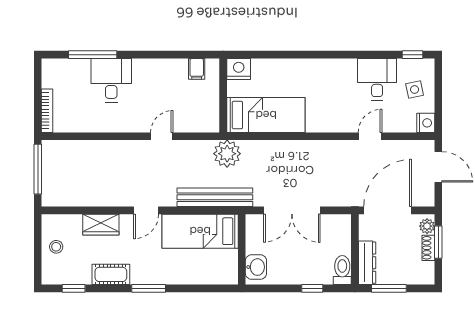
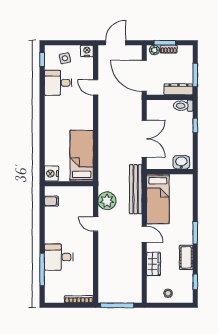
plant: (227, 154) -> (107, 201), moved

